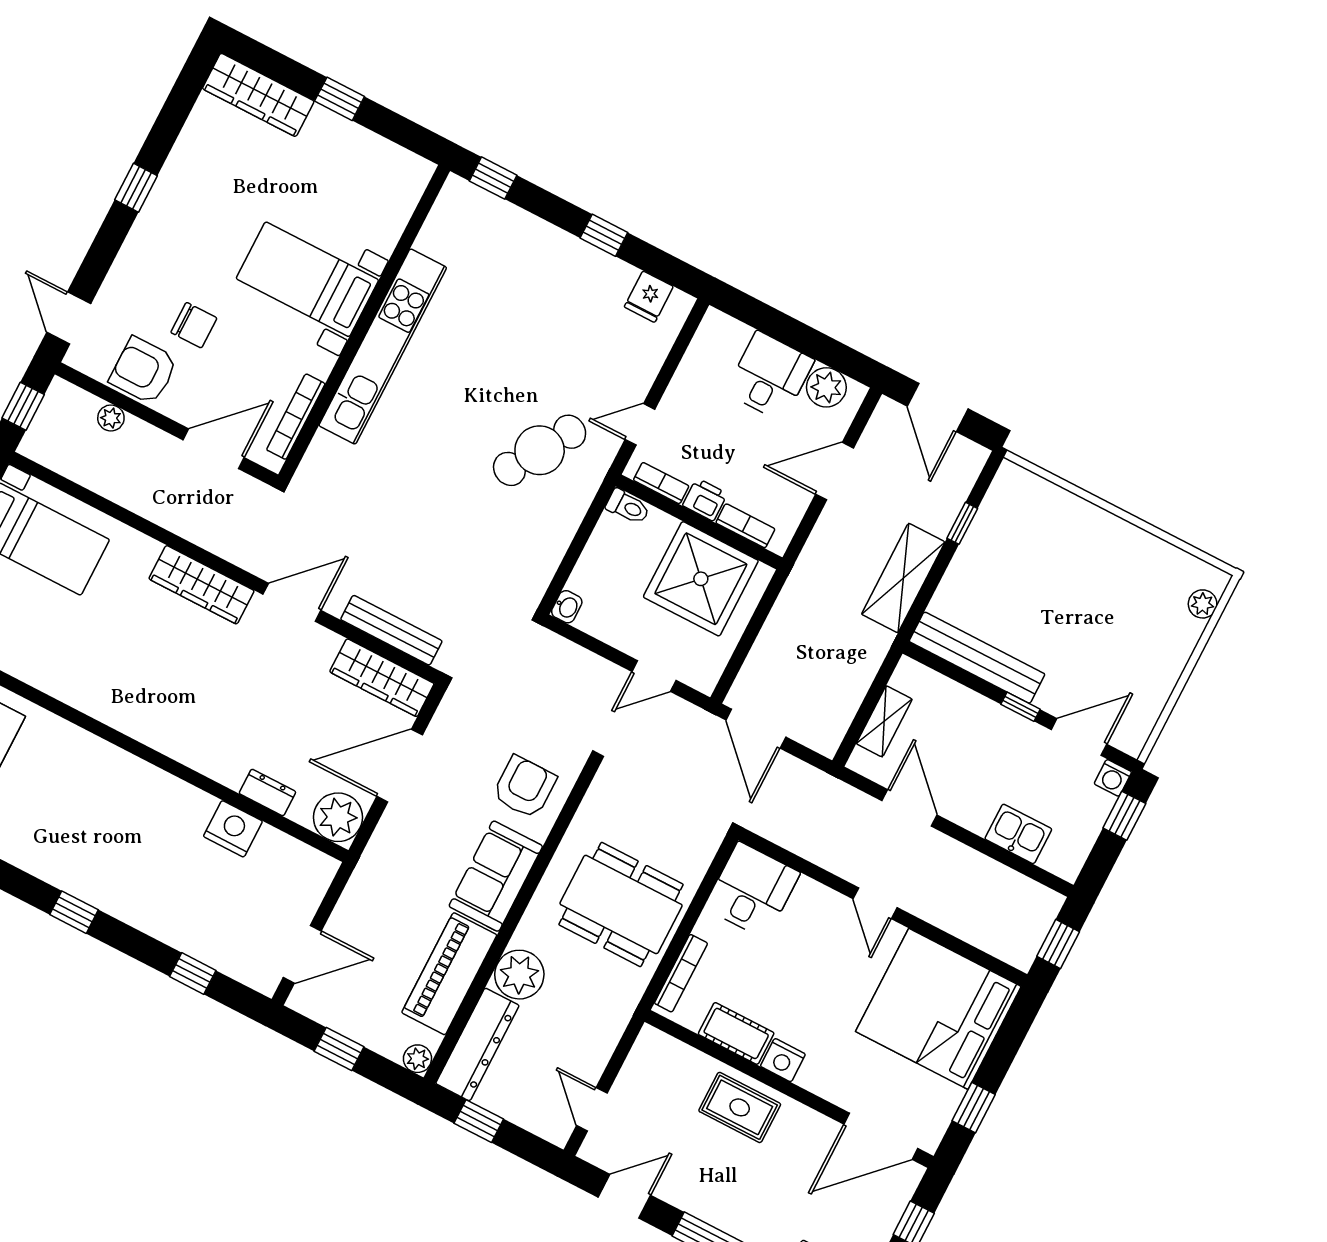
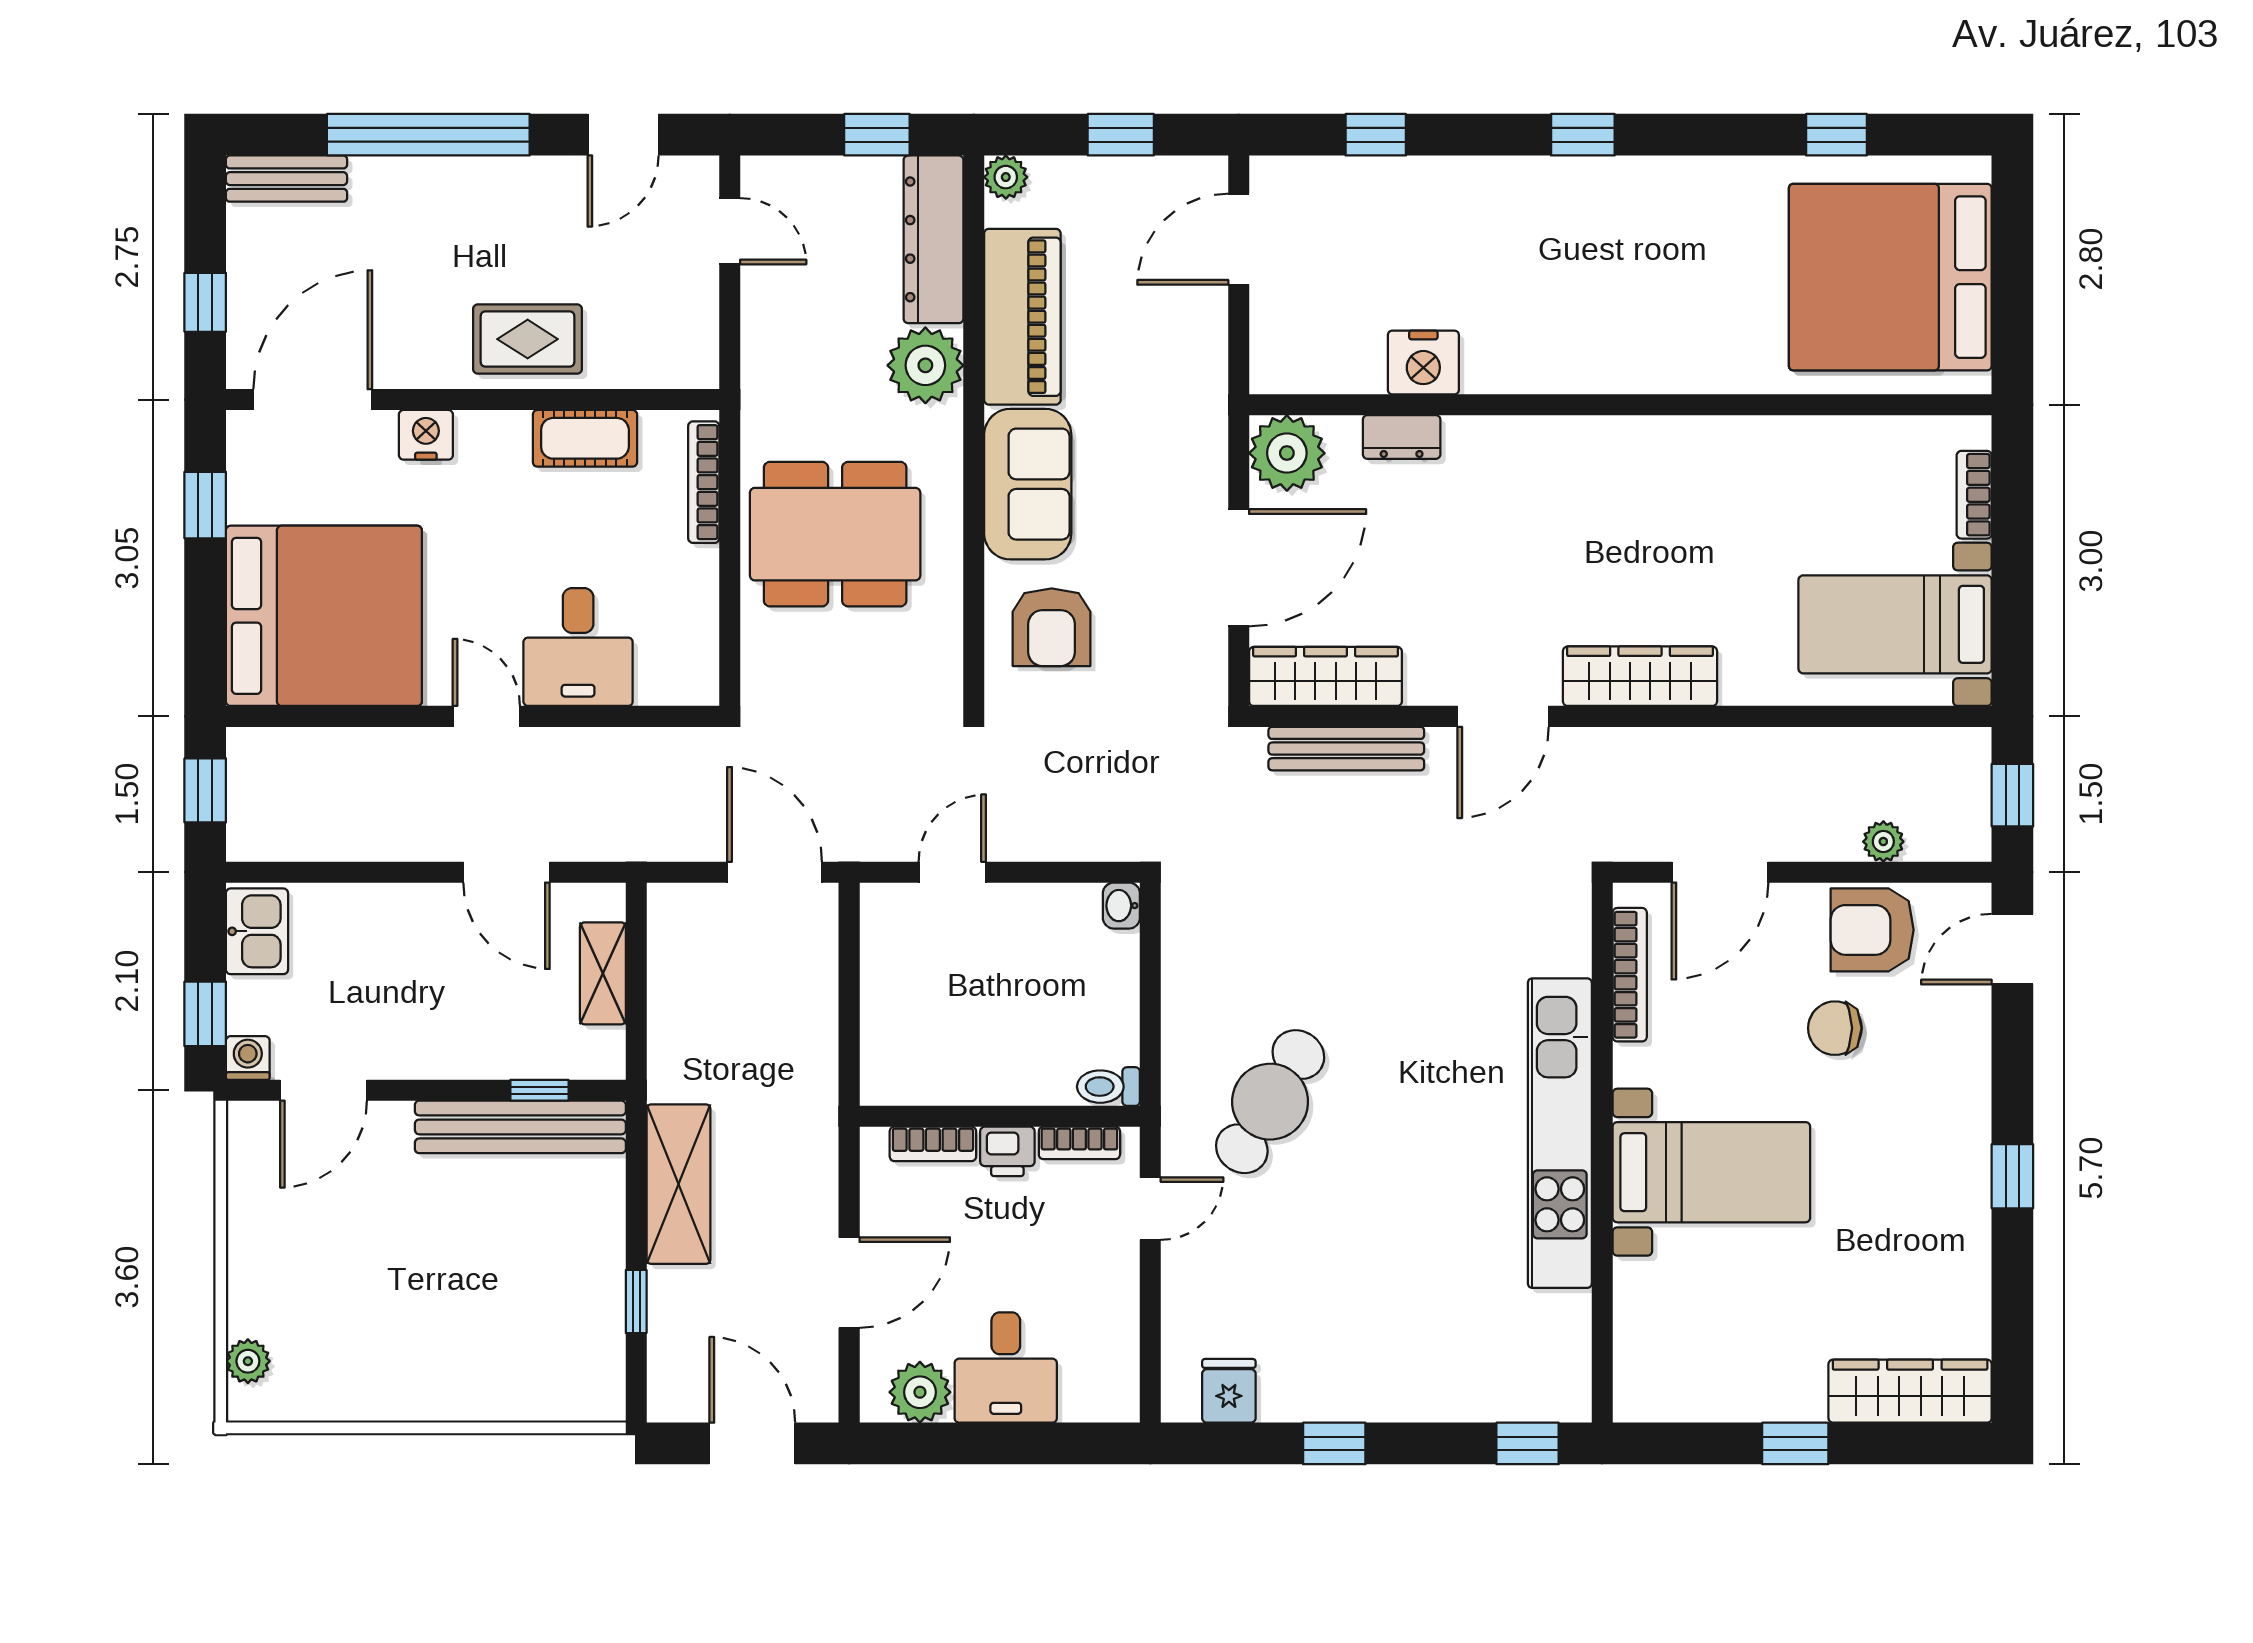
door: (69, 318) -> (2012, 949), swing flipped
armchair: (144, 371) -> (1872, 930), turned 180
shower: (701, 579) -> (957, 1039), removed
window: (1020, 707) -> (539, 1090), moved
kitchen sink: (1018, 834) -> (257, 931), moved, turned -90
desk: (752, 890) -> (578, 647), moved
nightstand: (783, 1060) -> (426, 435), moved

